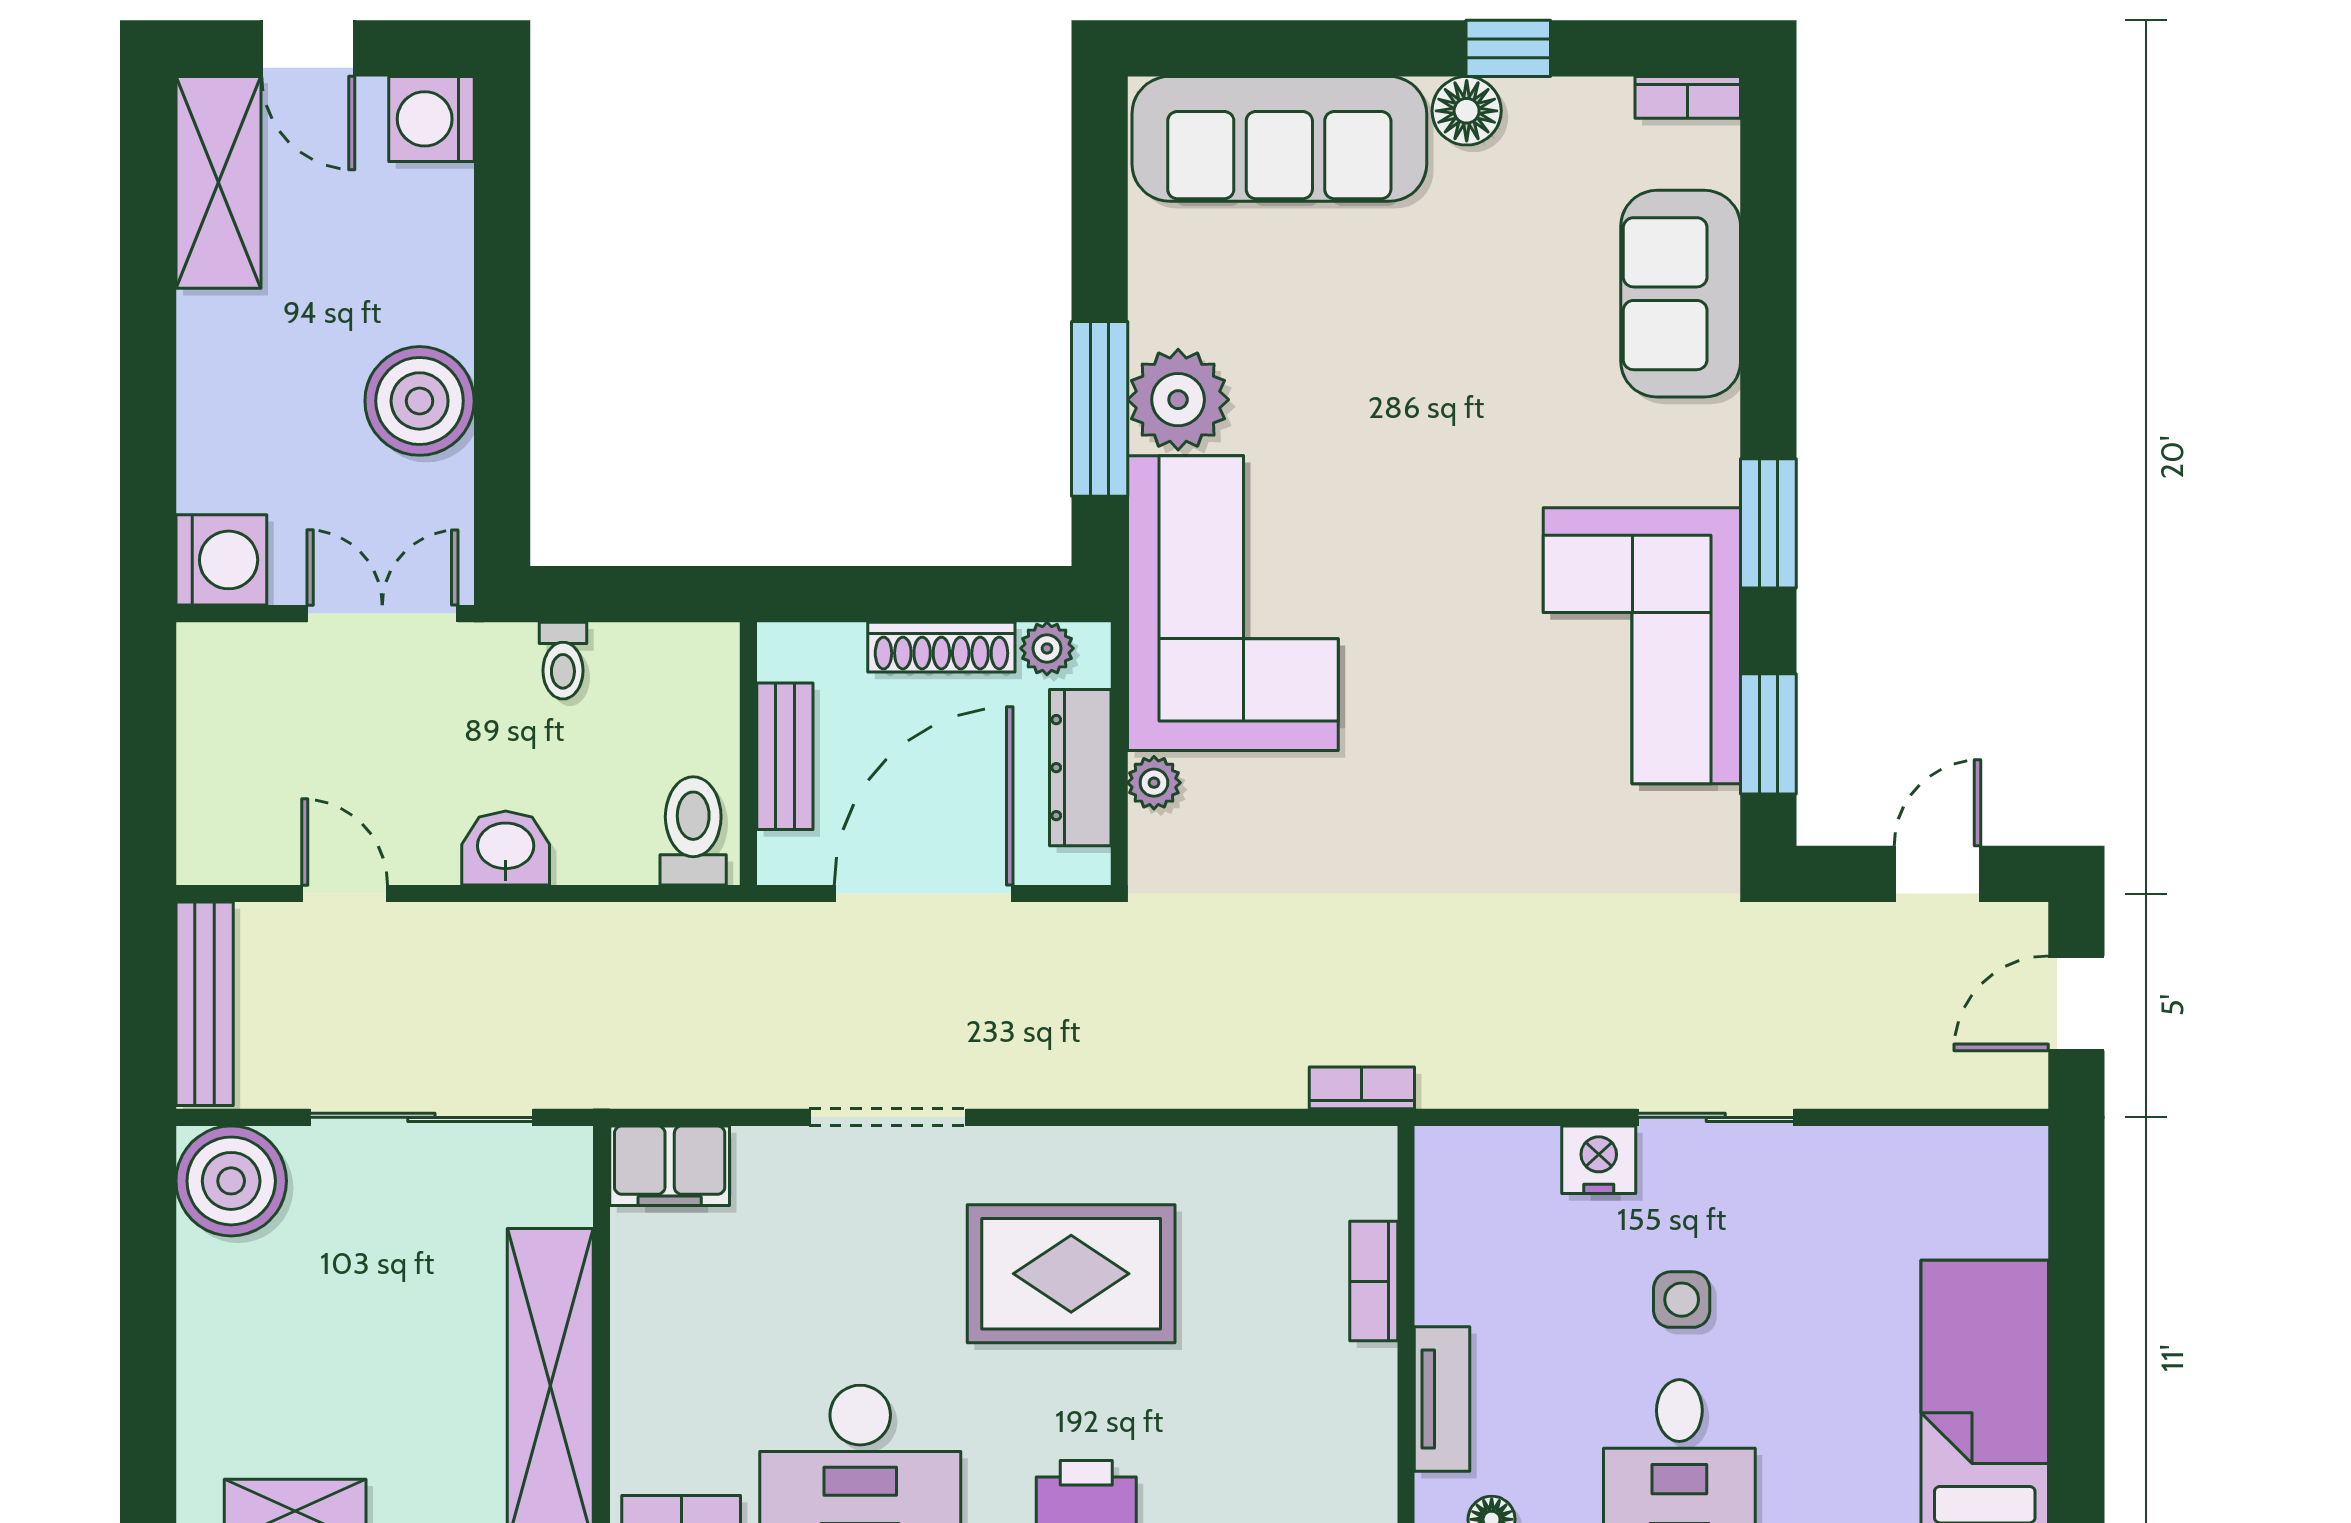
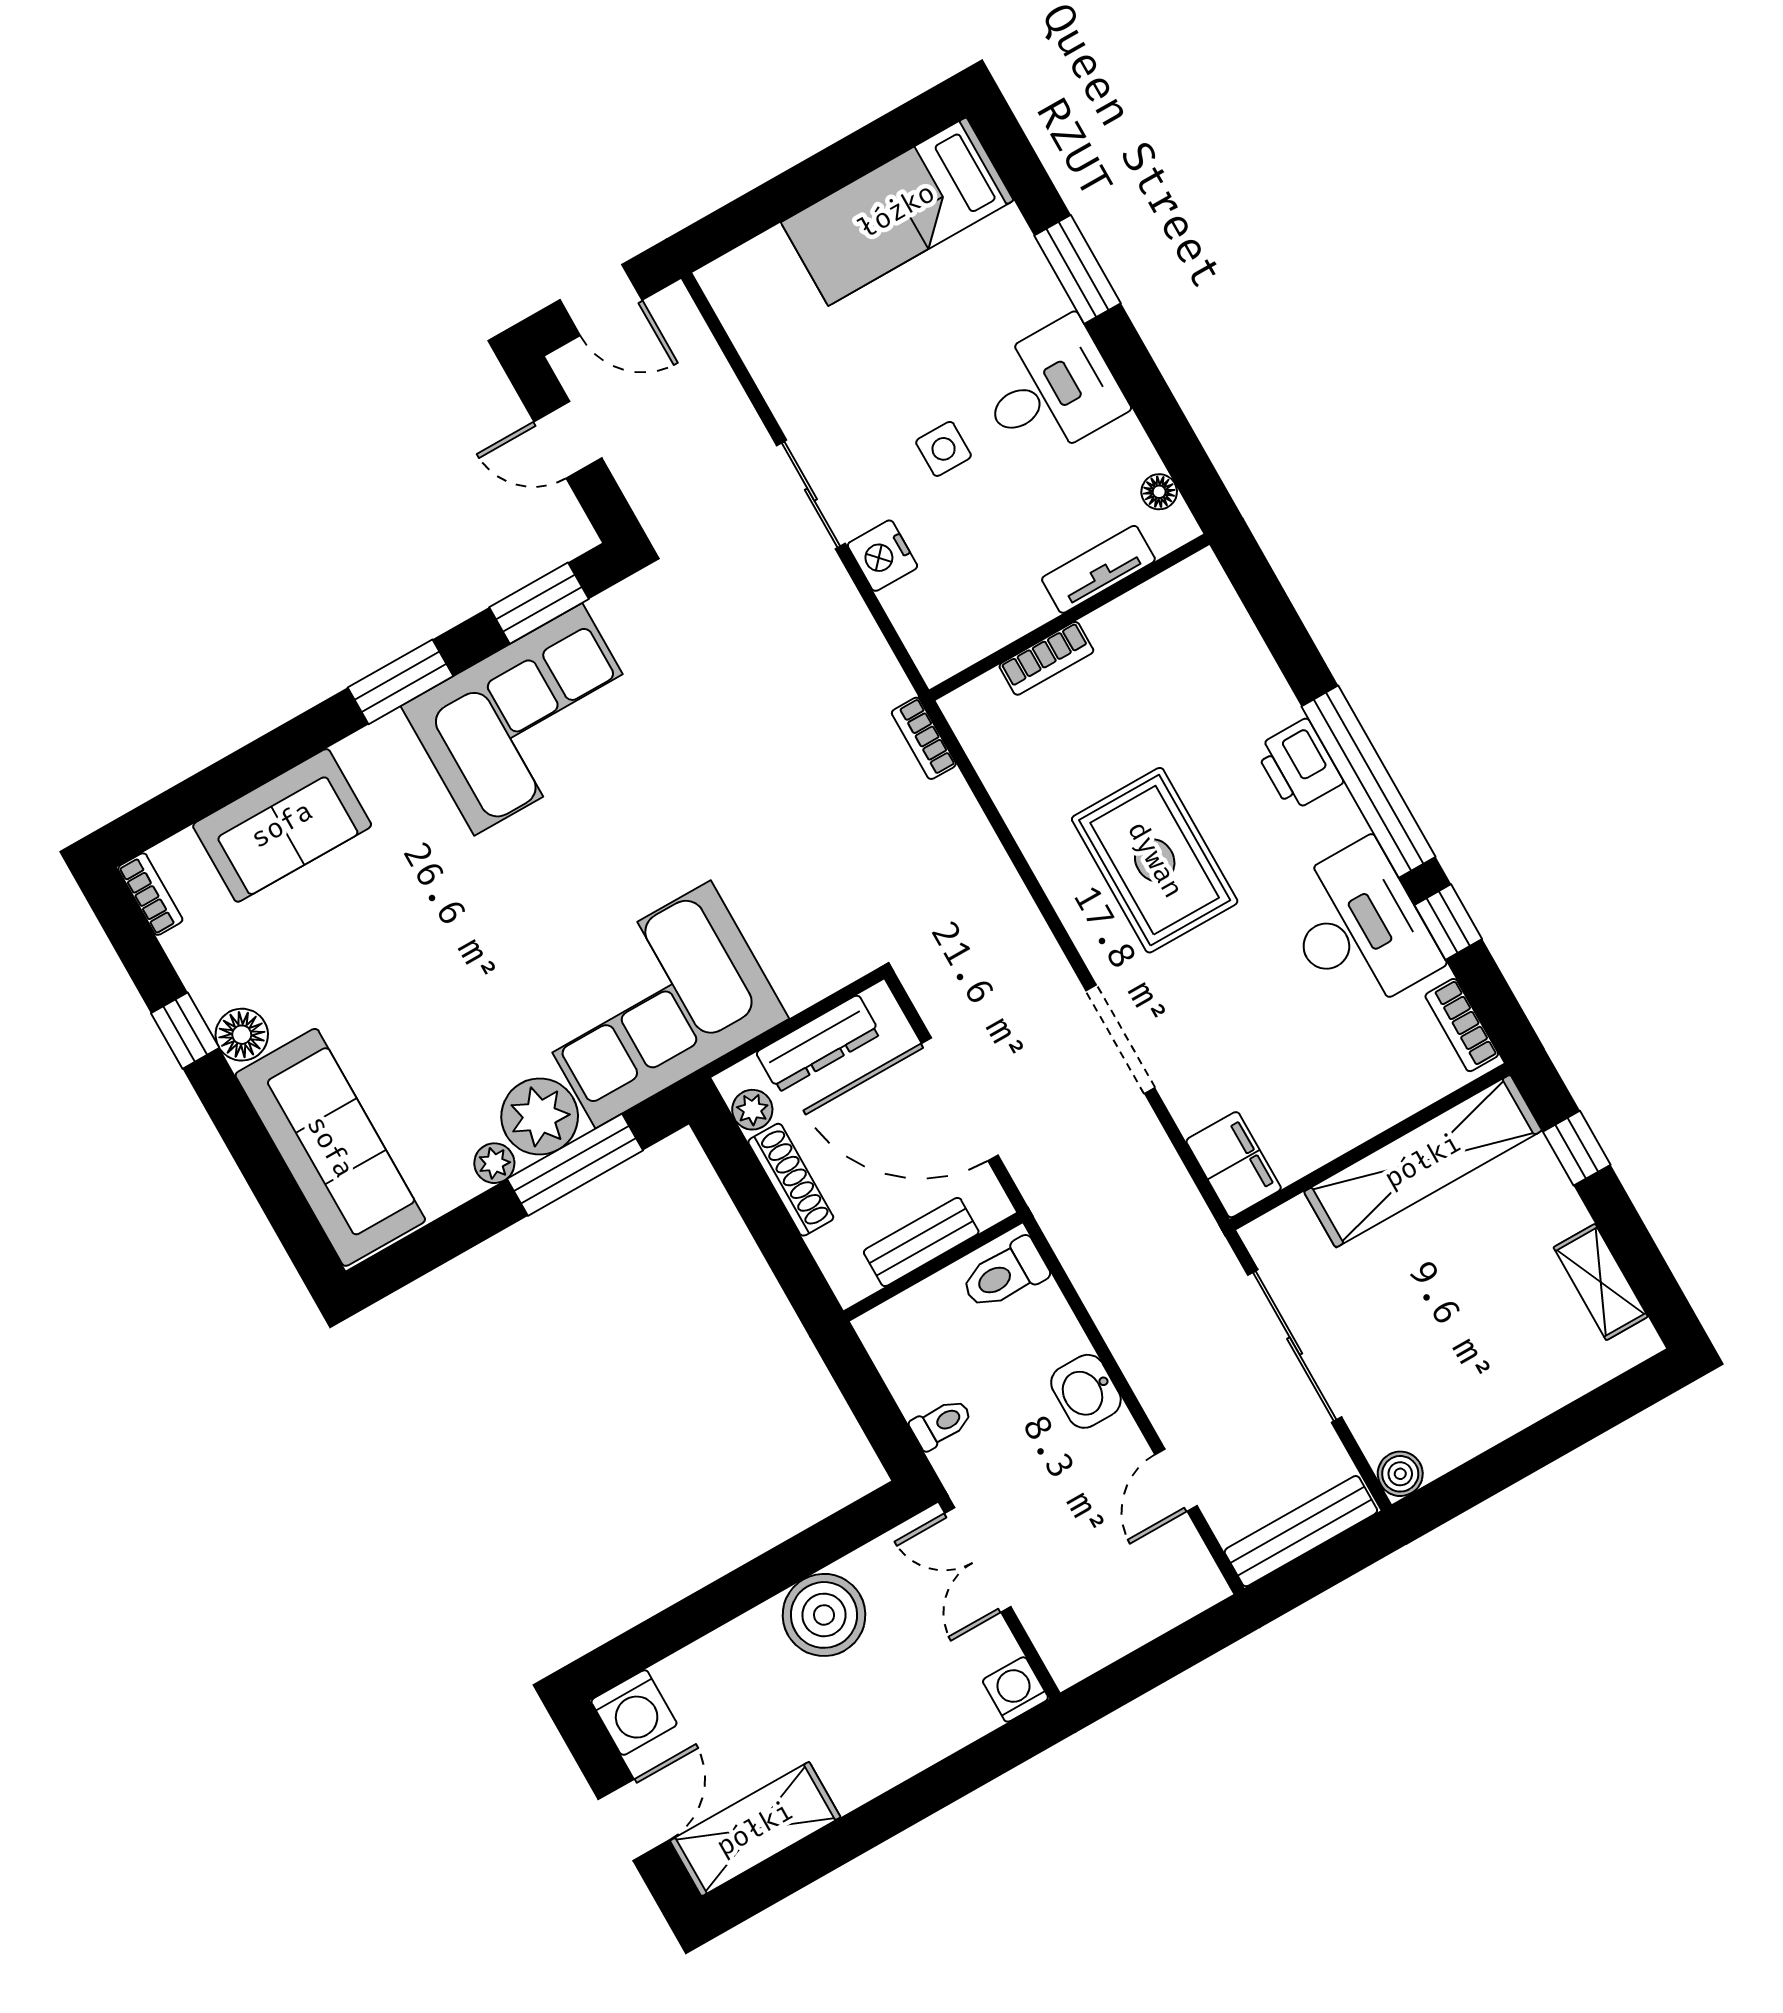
washing machine: (221, 560) -> (1015, 1689), width x0.73, depth x0.73
plant: (1154, 783) -> (494, 1163), moved
boiler: (231, 1181) -> (1400, 1474), width x0.54, depth x0.54

